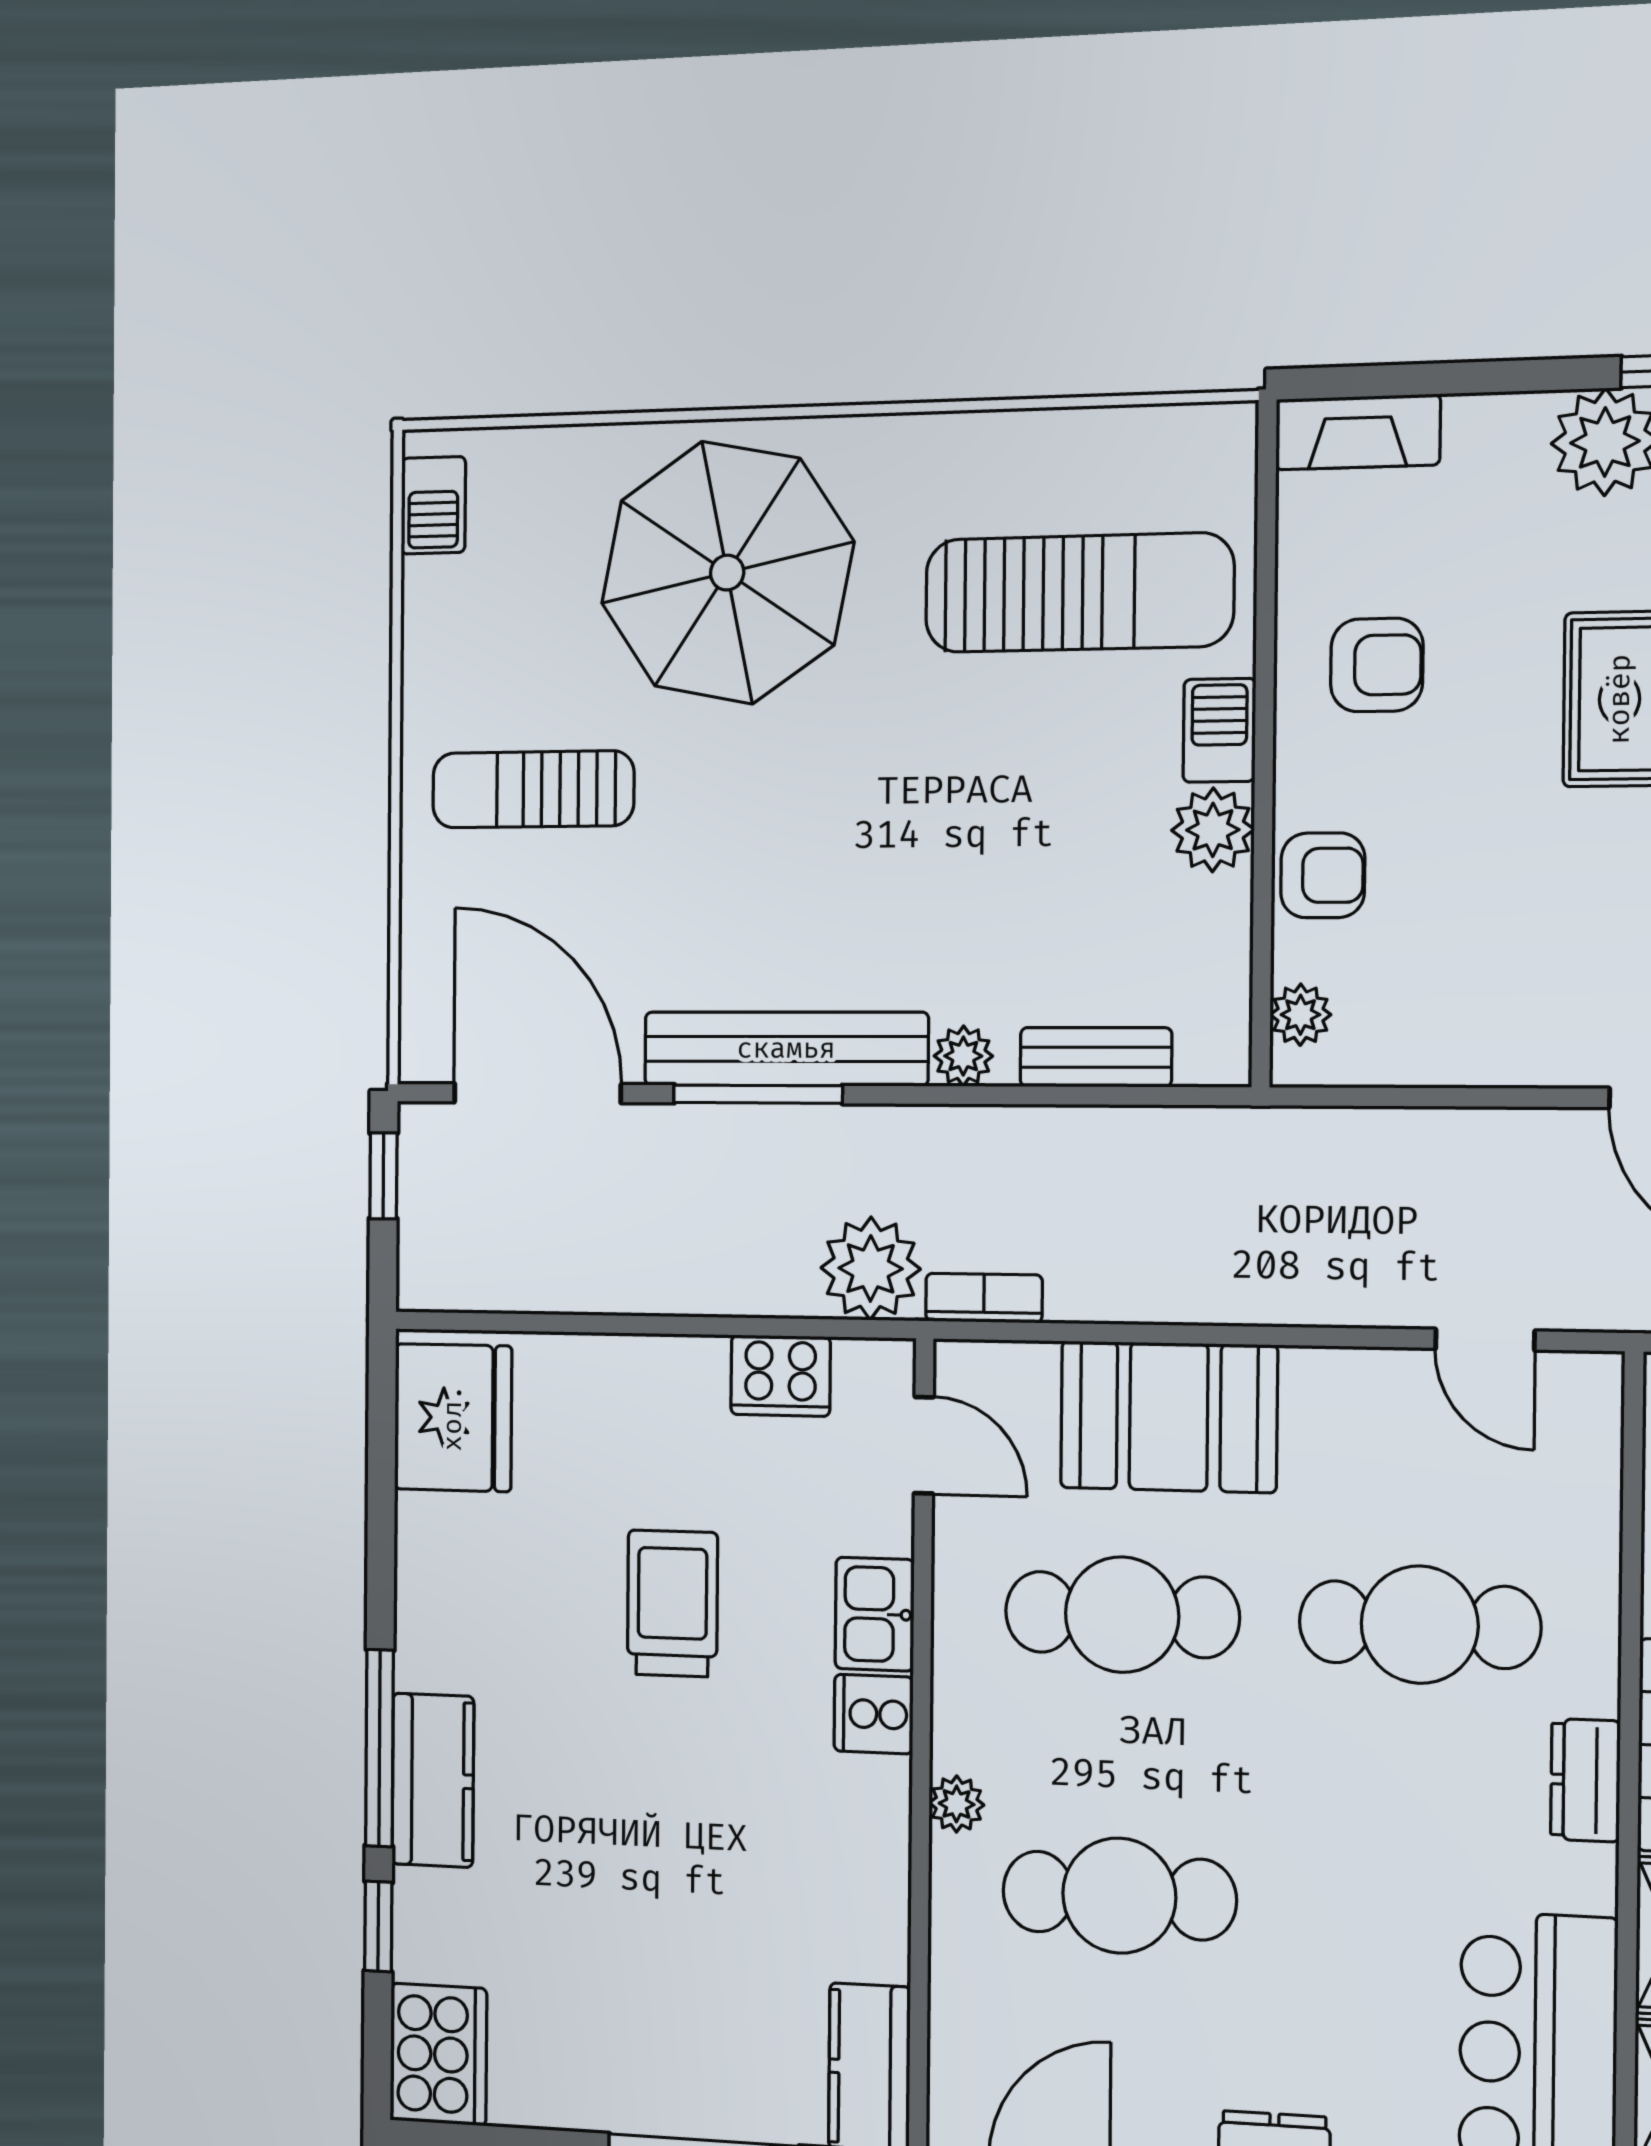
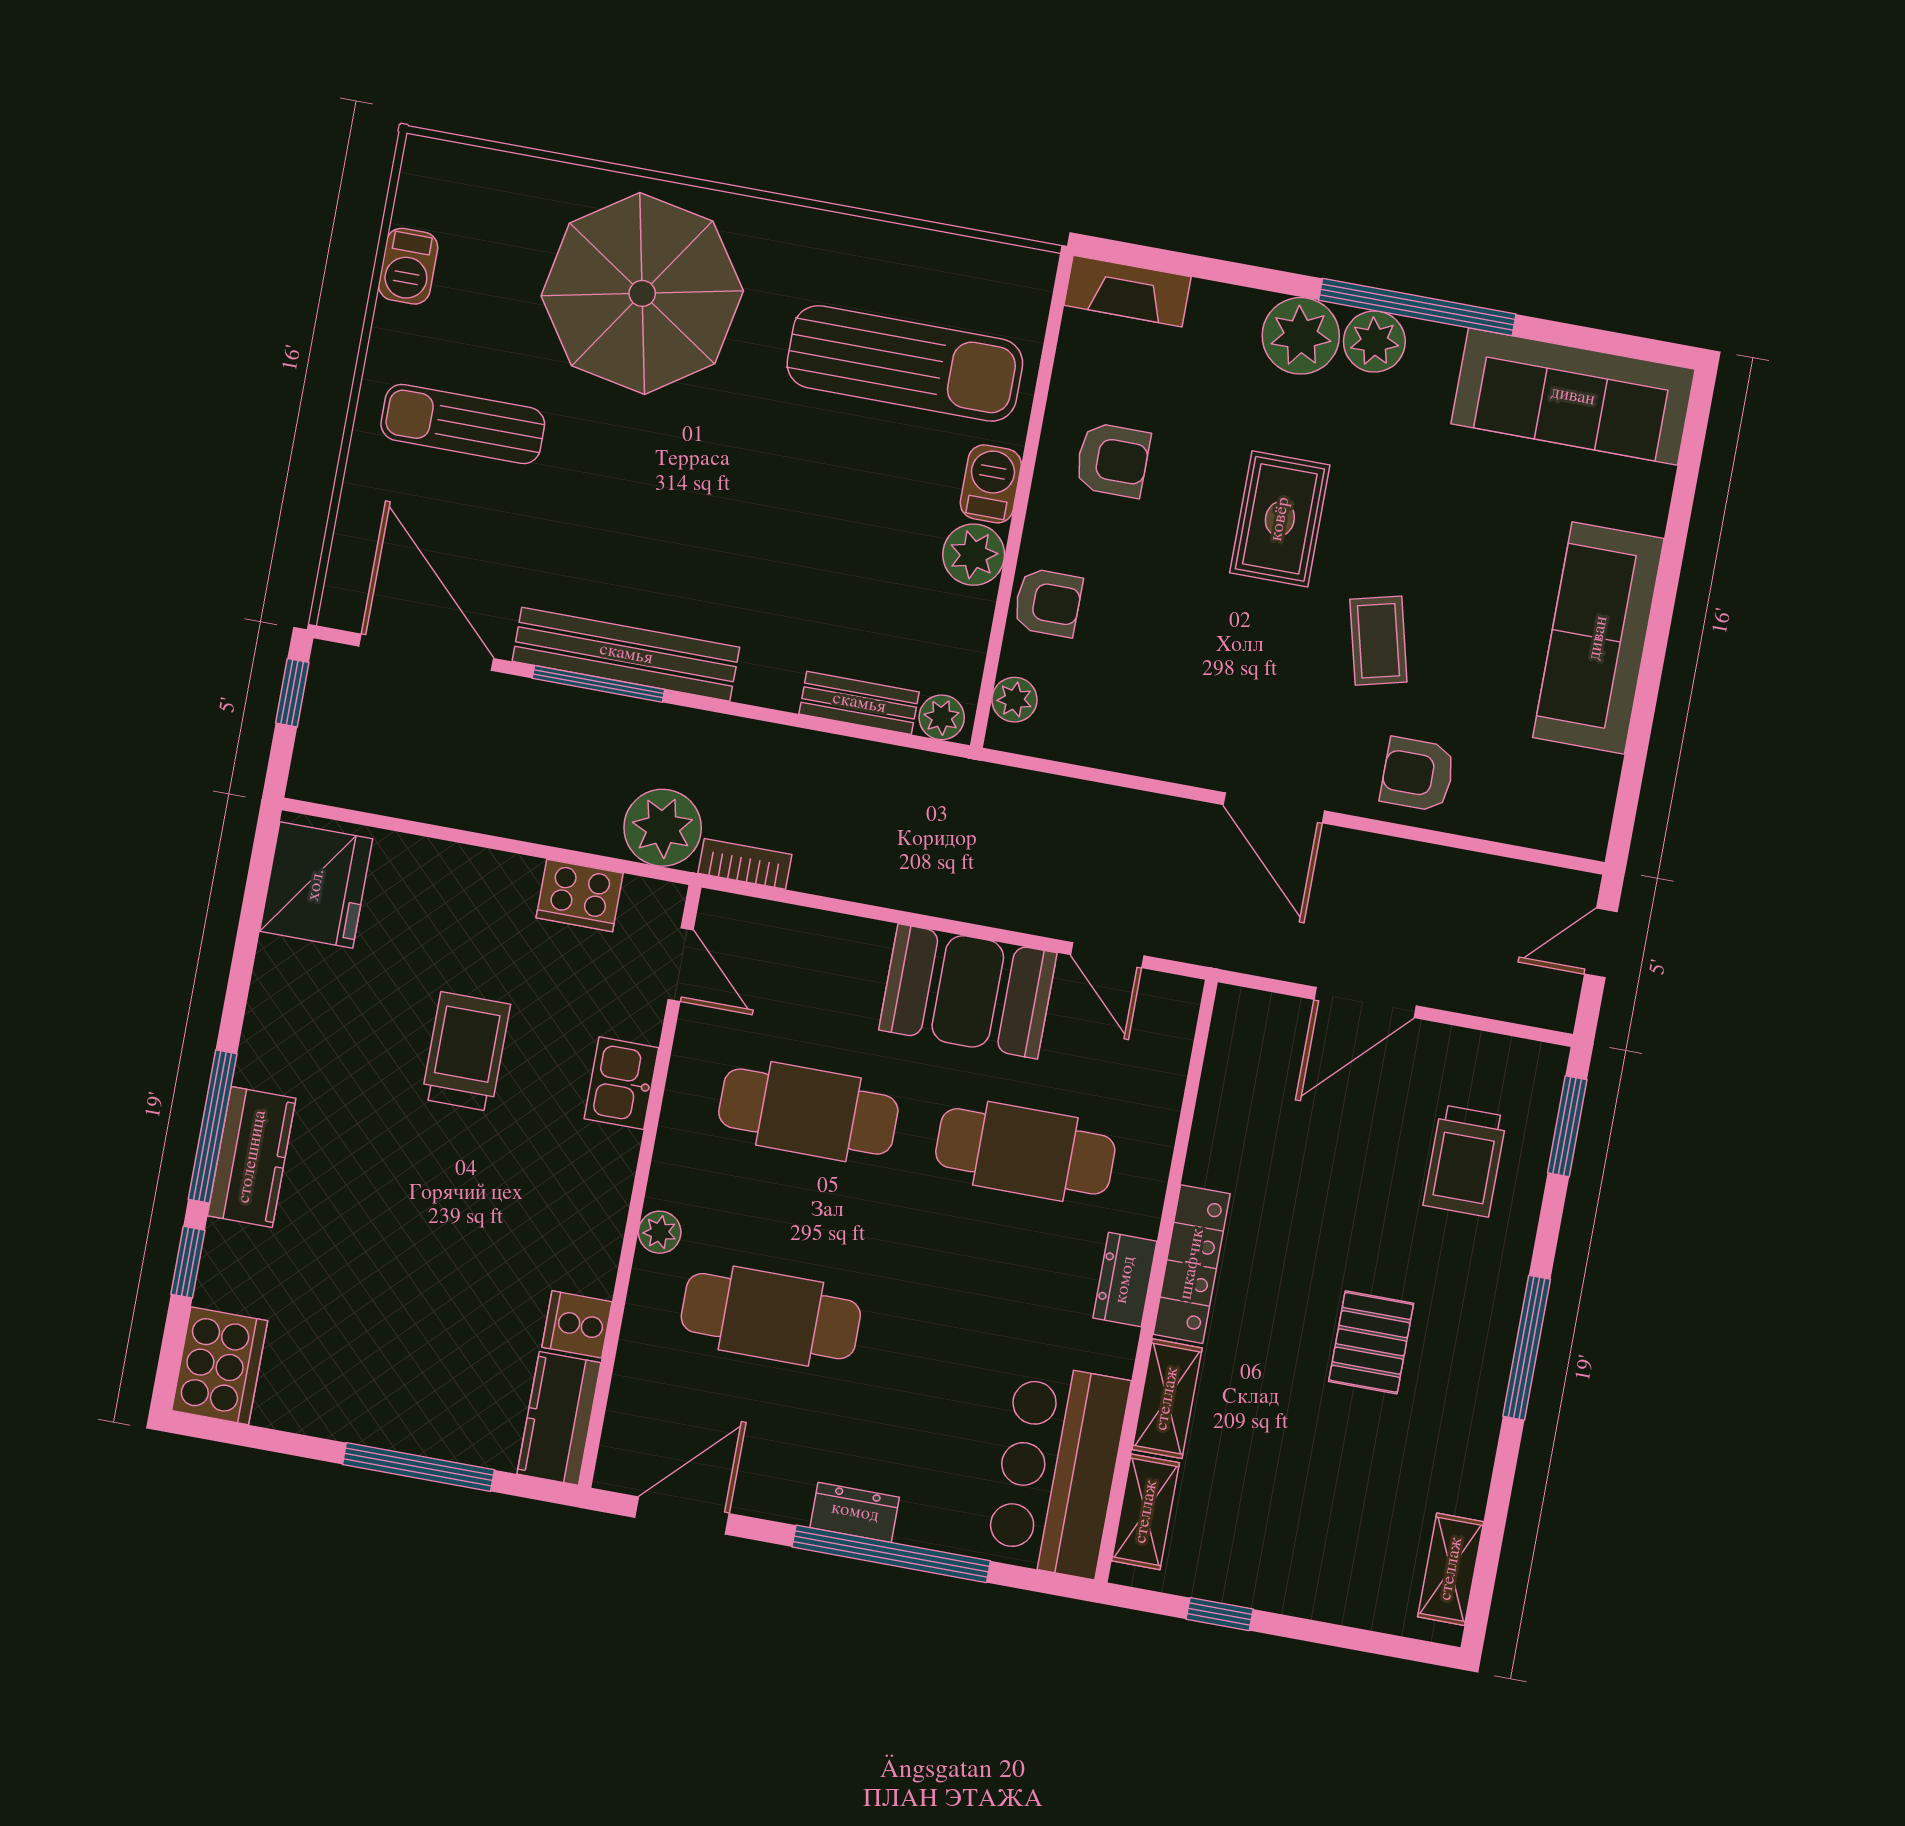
barbecue: (433, 505) -> (408, 266), moved
plant: (963, 1056) -> (942, 717), moved
booth: (1169, 1417) -> (968, 991), moved
cooker: (874, 1714) -> (577, 1324), moved

